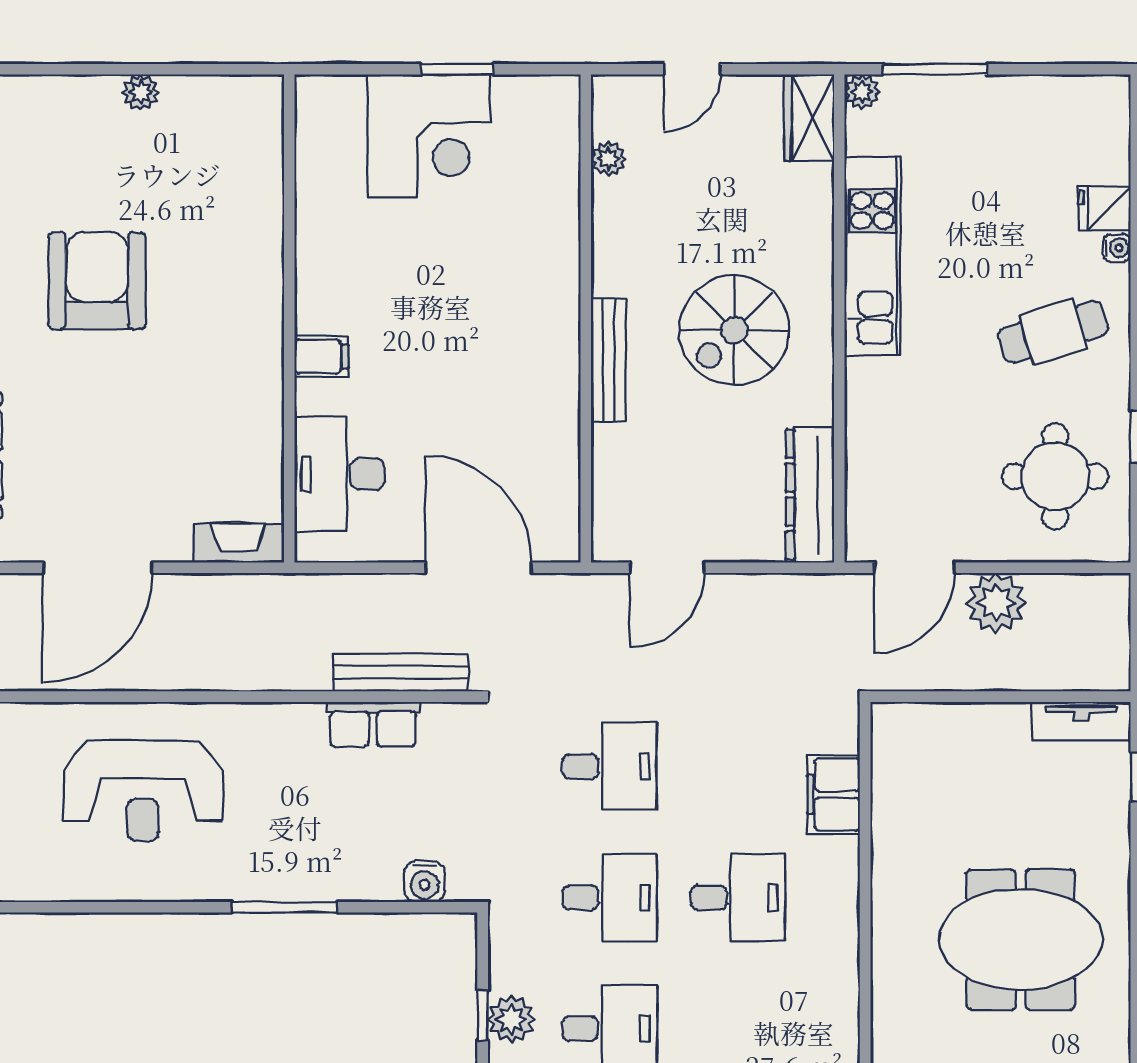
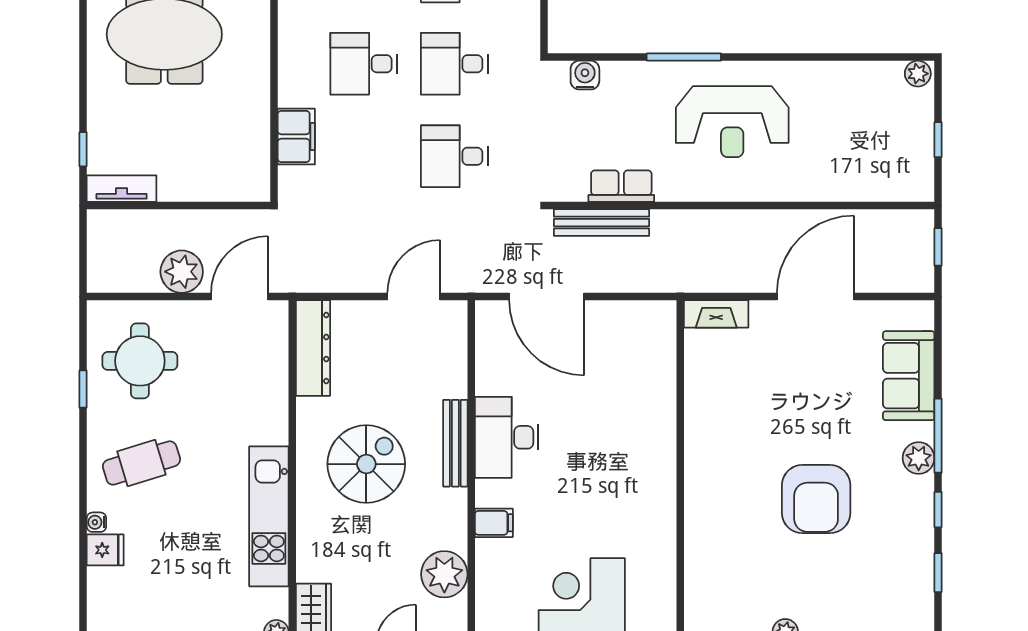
plant: (608, 159) -> (444, 574), width x1.87, depth x1.87
filing cabinet: (321, 357) -> (494, 523), moved, turned 180
desk: (340, 474) -> (507, 437), moved, turned 180
reception desk: (143, 791) -> (732, 122), moved, turned 180

